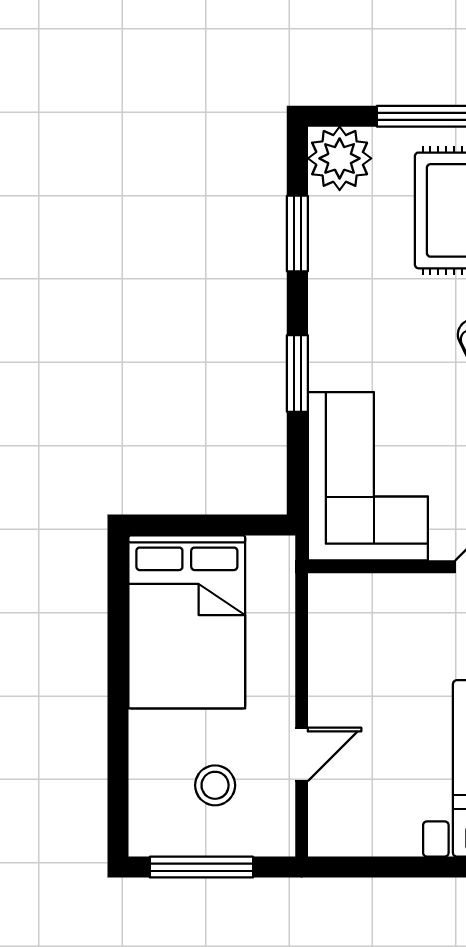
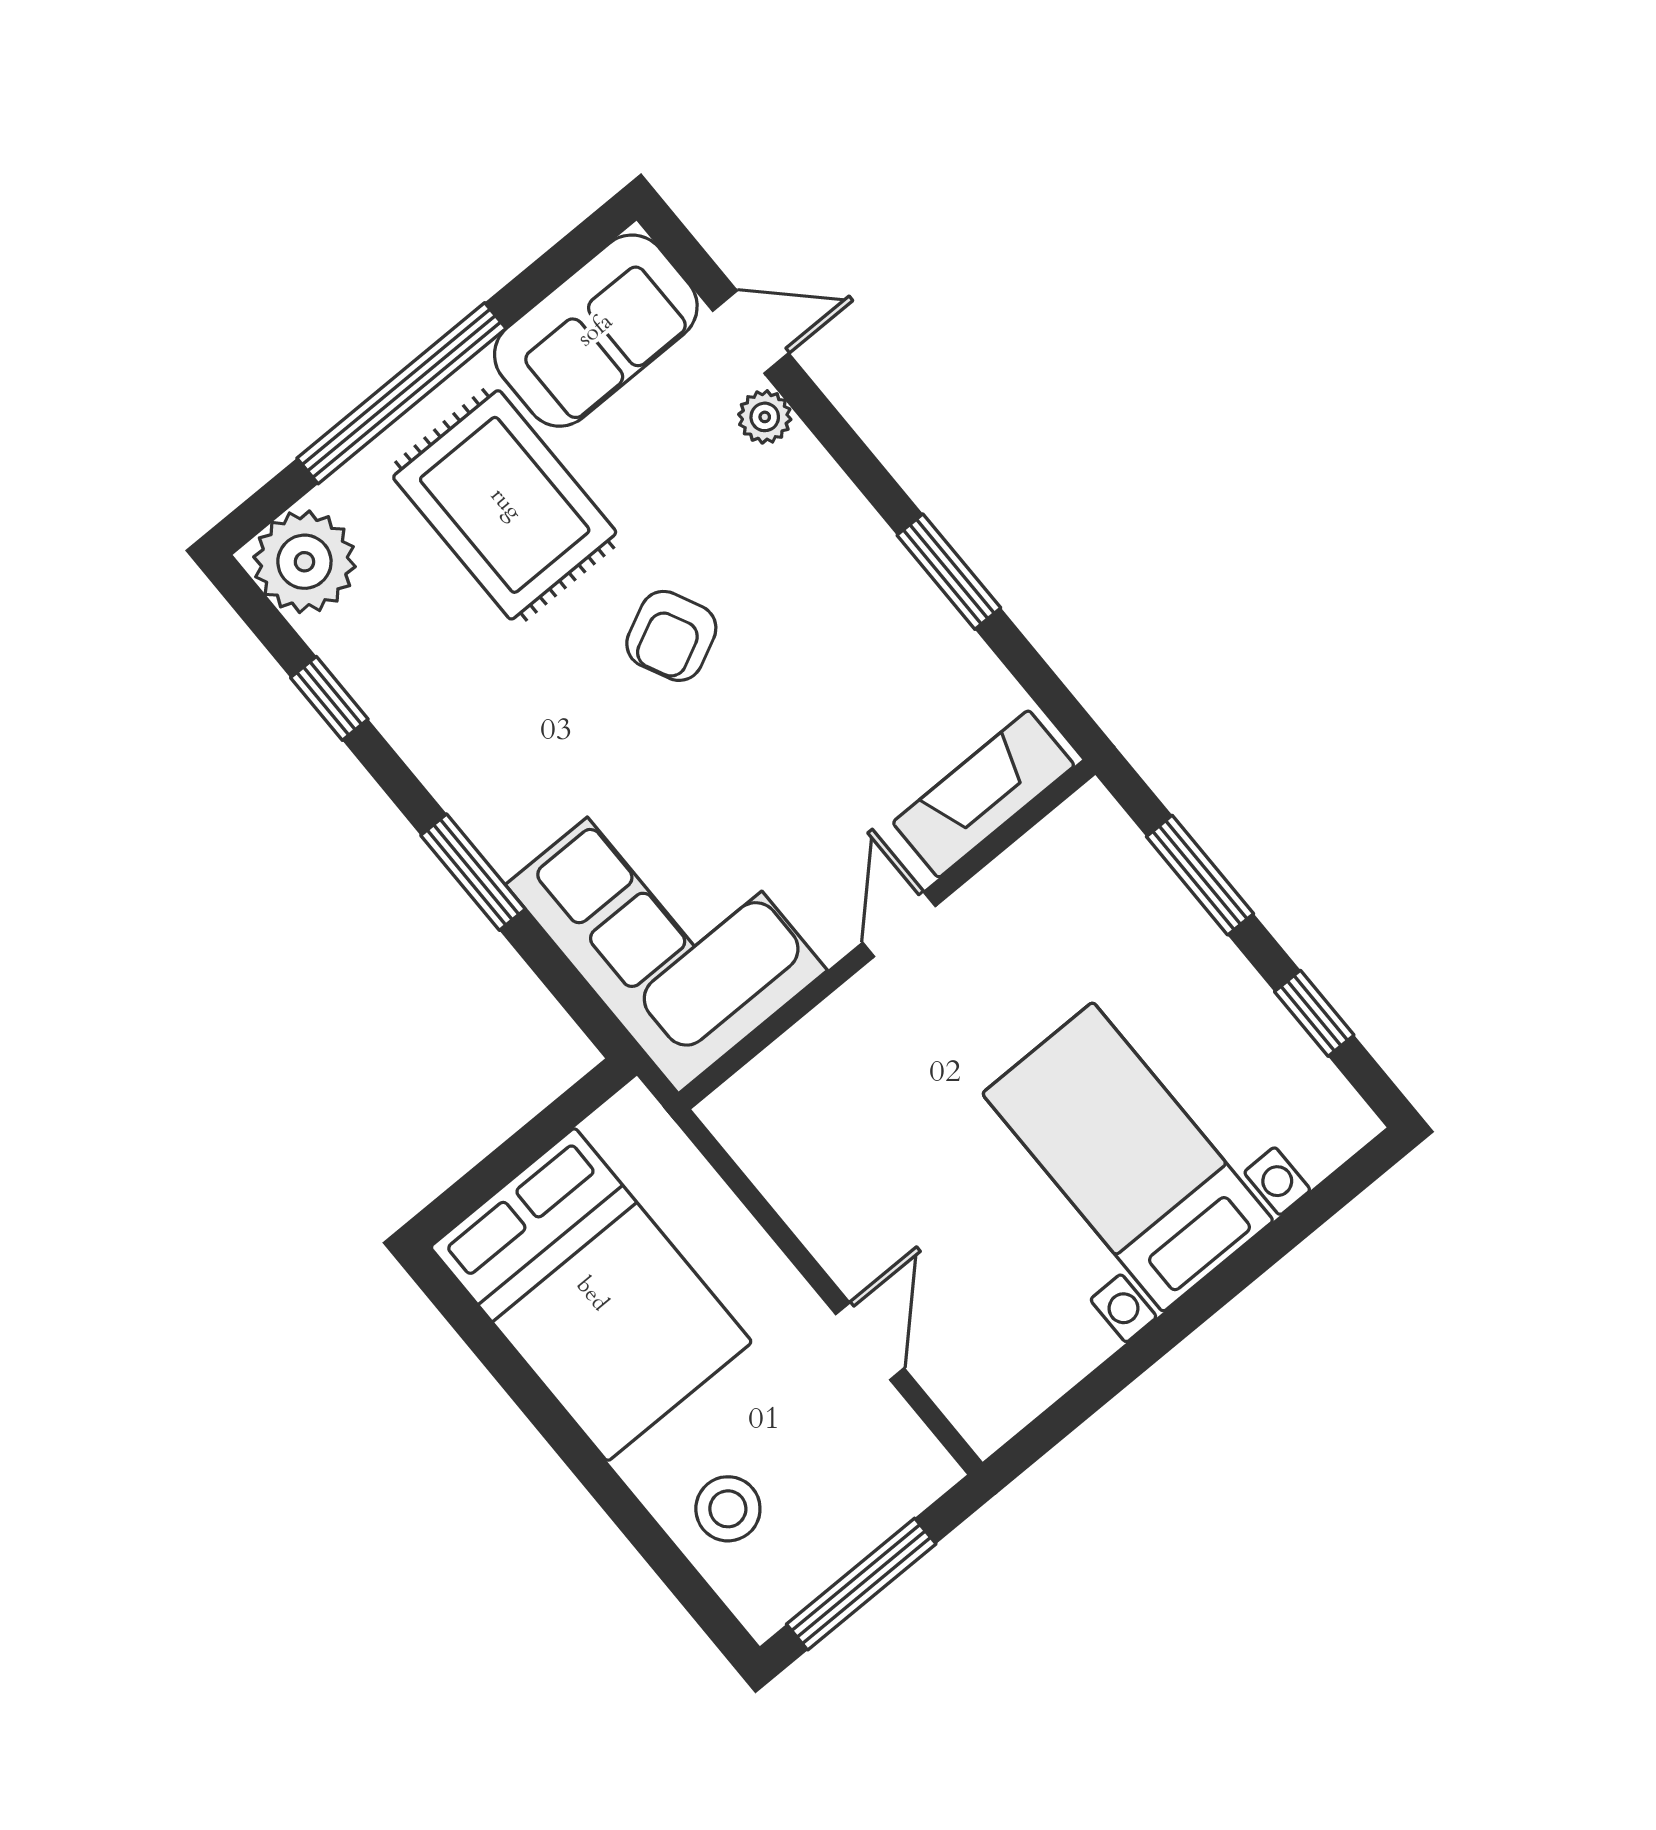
window: (297, 234) -> (329, 698), width x0.67
stool: (215, 785) -> (728, 1509), moved

